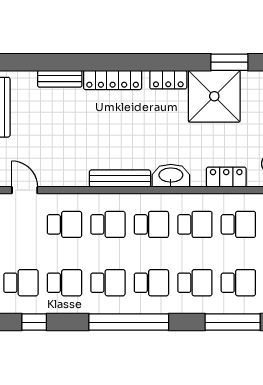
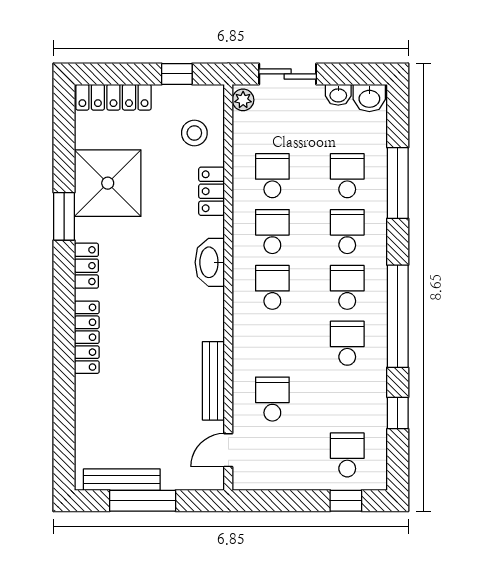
window: (229, 62) -> (64, 216), moved
bench: (60, 79) -> (85, 405), removed
shower: (214, 96) -> (108, 183), moved
bench: (120, 179) -> (213, 381), moved
school desk: (108, 224) -> (272, 343), removed
school desk: (64, 283) -> (347, 399), removed
window: (34, 322) -> (398, 413), moved

